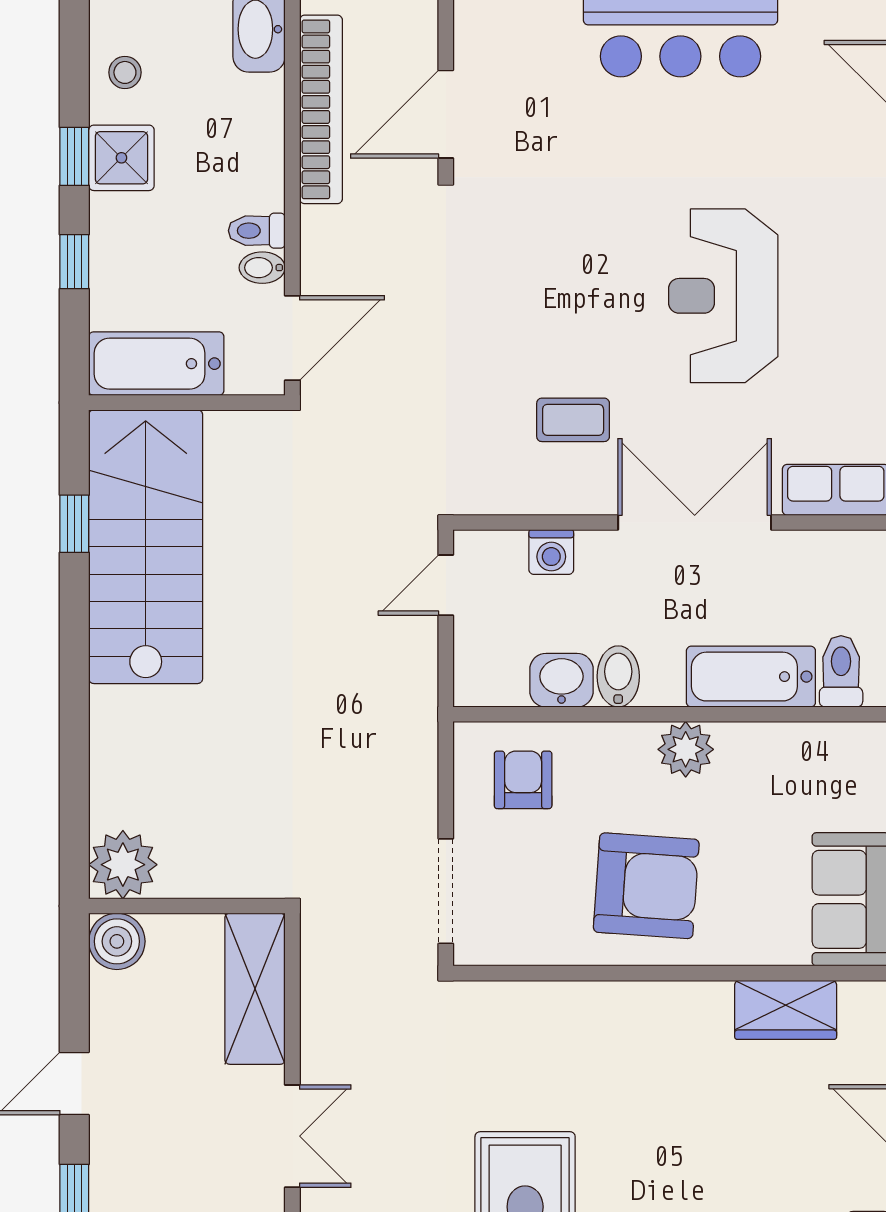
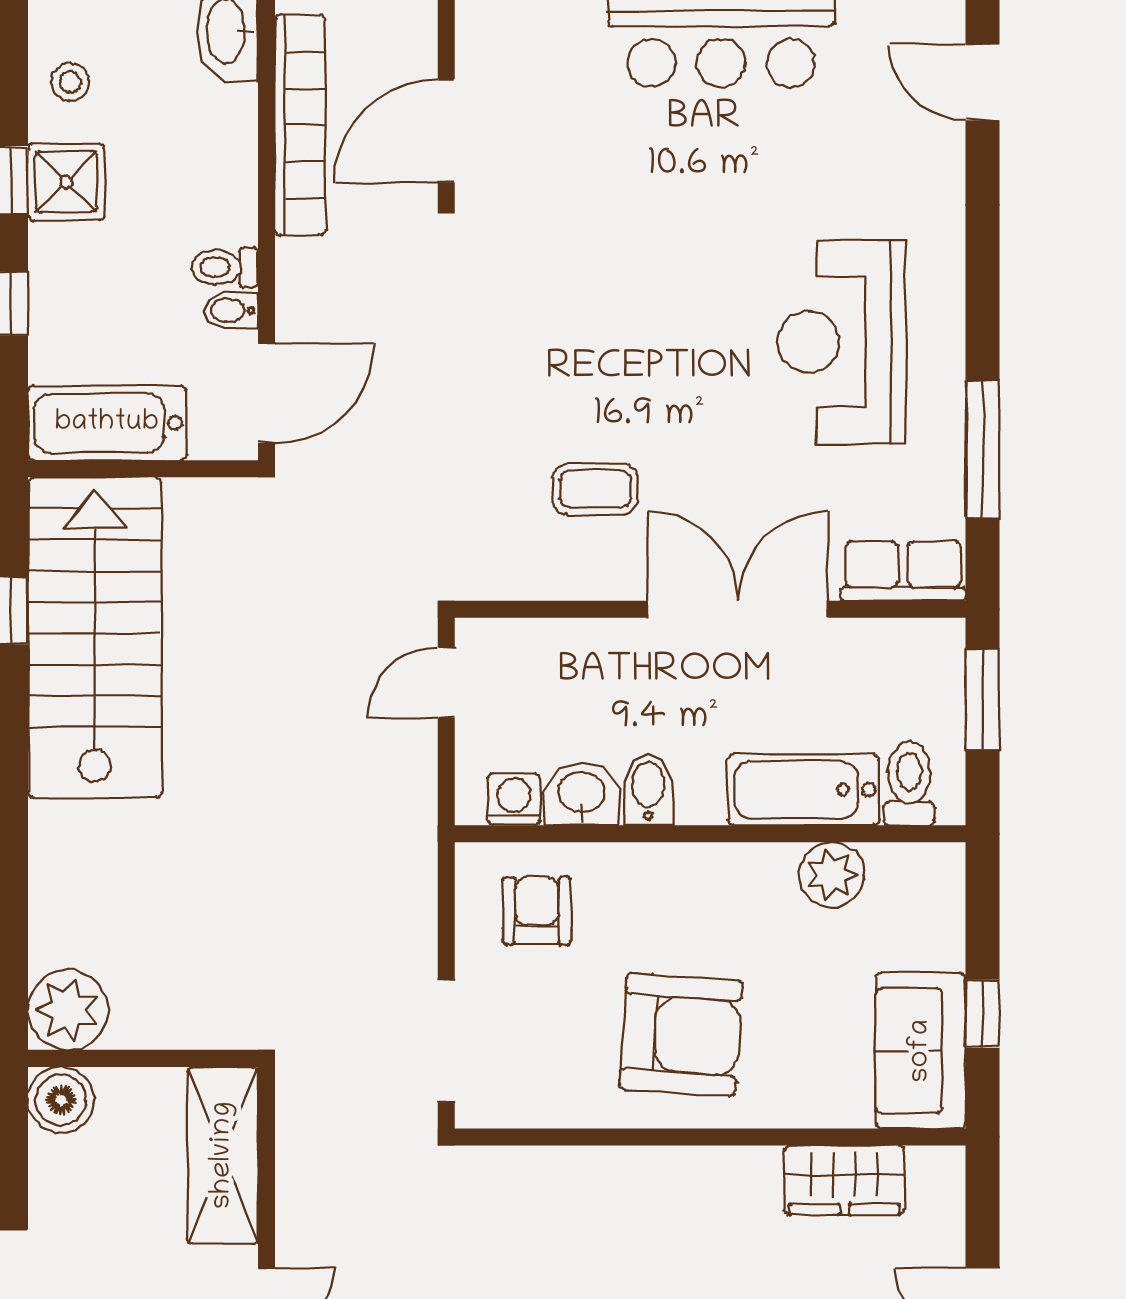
reception desk: (723, 296) -> (842, 342), moved
washing machine: (551, 552) -> (514, 799), moved, turned 180
plant: (686, 749) -> (832, 875), moved

